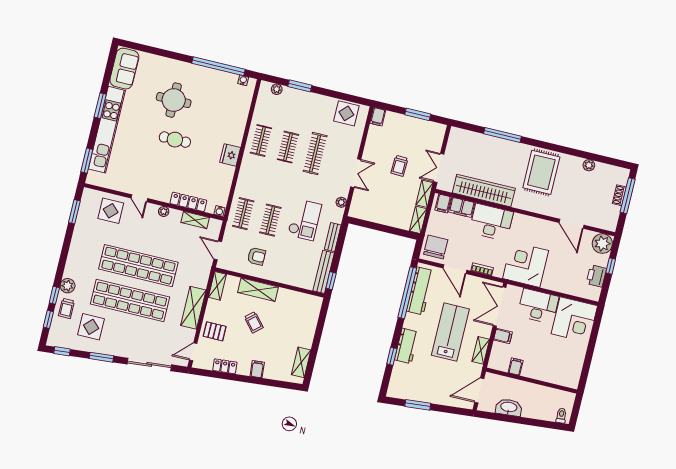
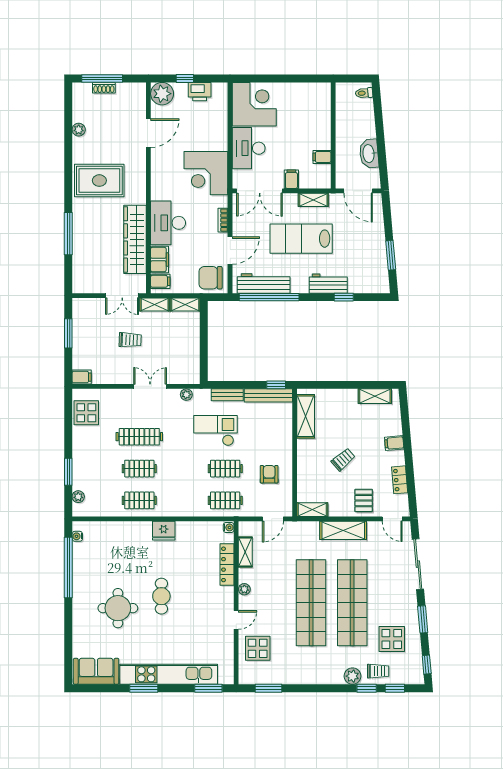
shelving: (258, 290) -> (306, 416), moved

